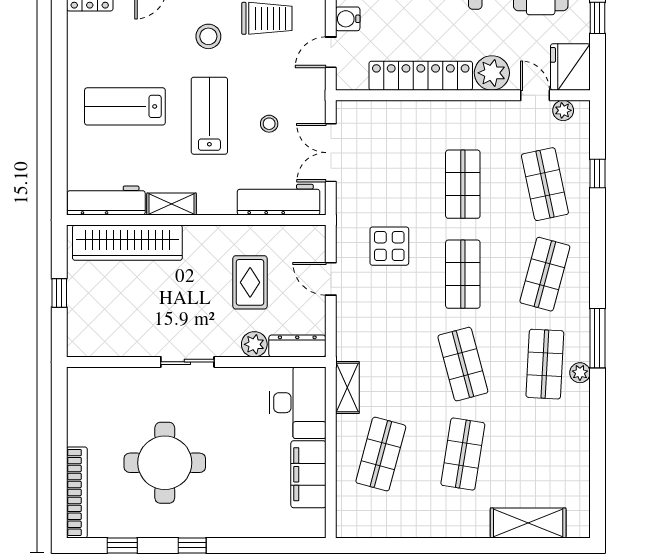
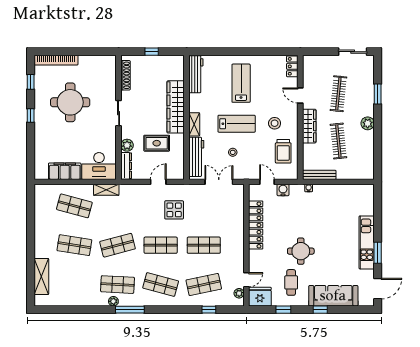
plant: (492, 73) -> (257, 259), removed
shelving: (172, 204) -> (194, 124), moved
wardrobe: (127, 243) -> (176, 107), moved
shoe rack: (108, 347) -> (125, 75), added

